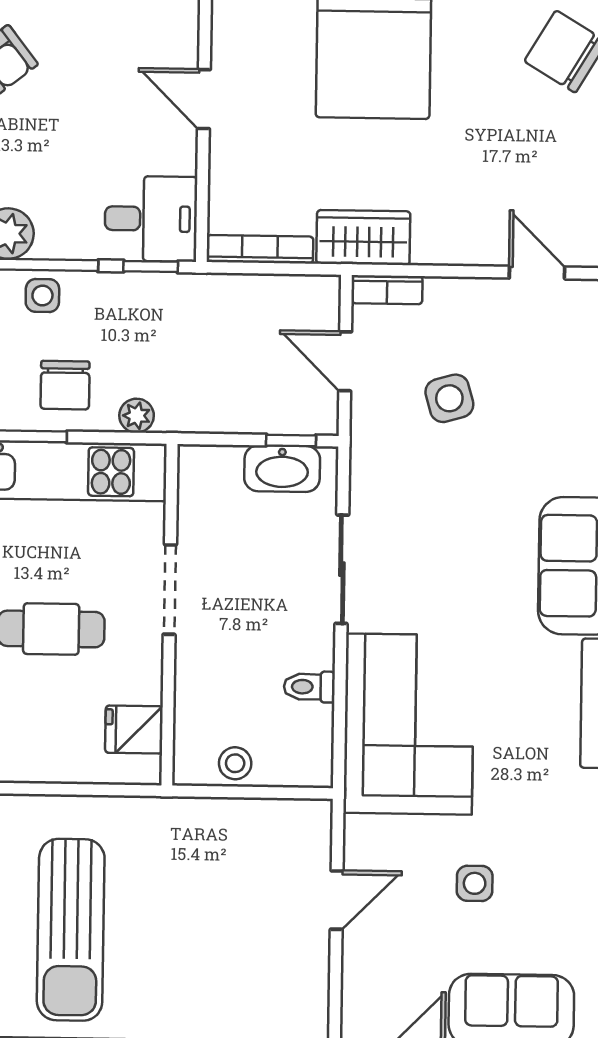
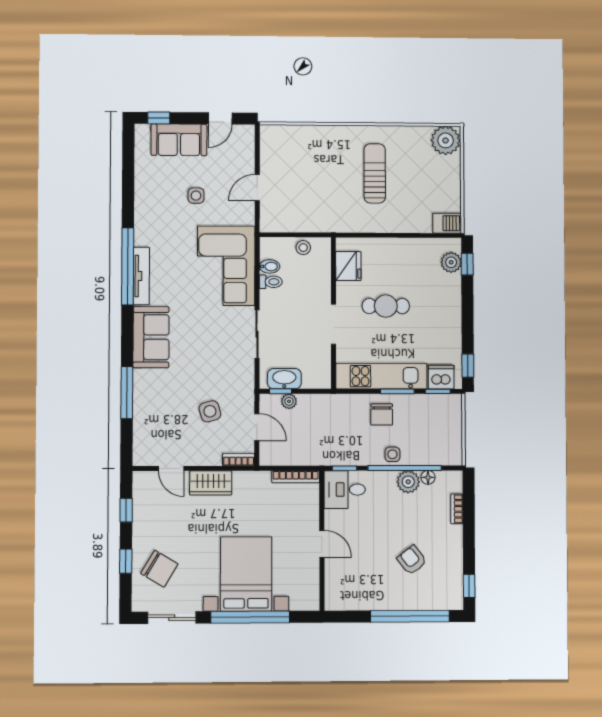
wardrobe: (363, 238) -> (211, 483), moved
chair: (65, 385) -> (382, 414), turned 180
plant: (137, 416) -> (289, 401), moved
bidet: (311, 721) -> (270, 266), added
fridge: (134, 730) -> (348, 266), width x1.38
sun lounger: (71, 930) -> (375, 173), width x0.73, depth x0.75

